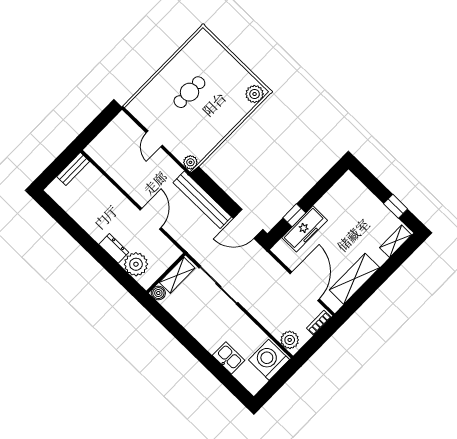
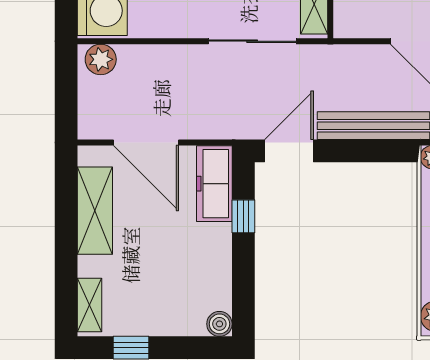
boiler: (349, 180) -> (219, 324), added
freezer: (305, 229) -> (214, 184), moved
bookcase: (319, 323) -> (86, 115), removed

